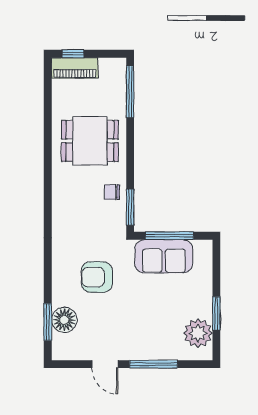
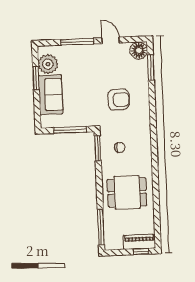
chair: (112, 192) -> (120, 147), moved
sofa: (164, 256) -> (51, 95), moved, turned 90
floor lamp: (64, 320) -> (139, 51), moved

